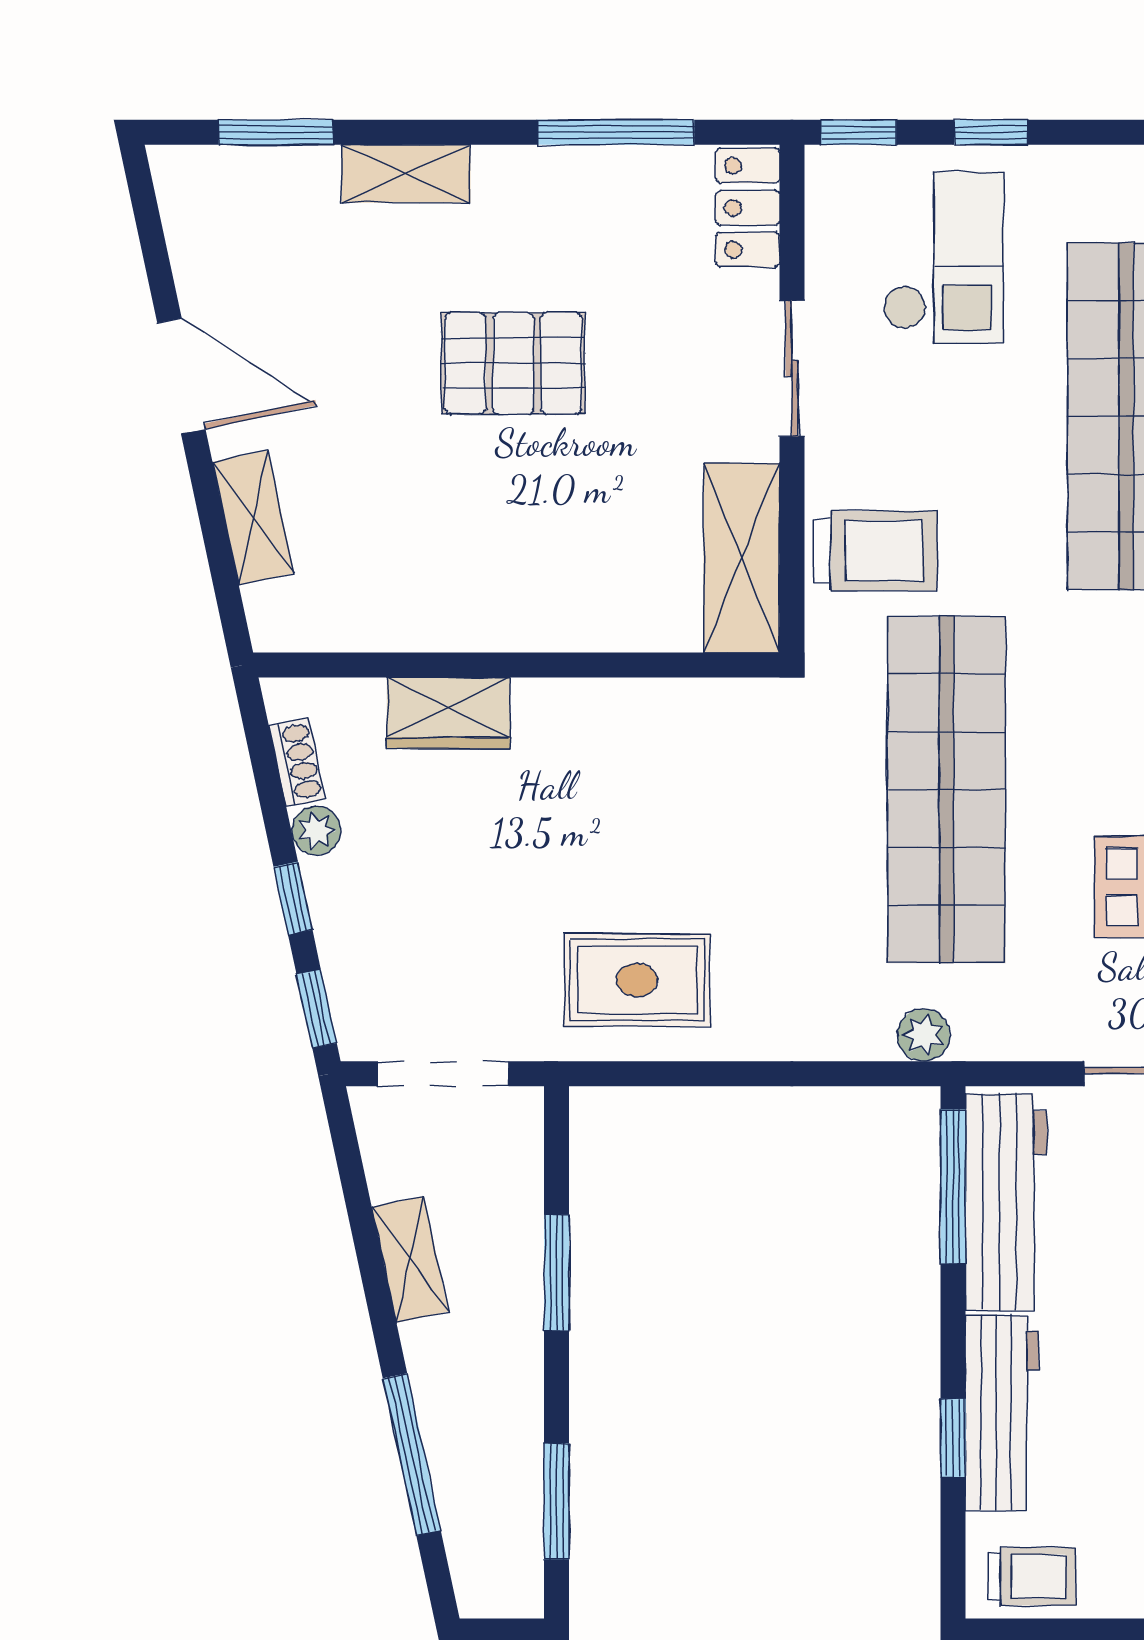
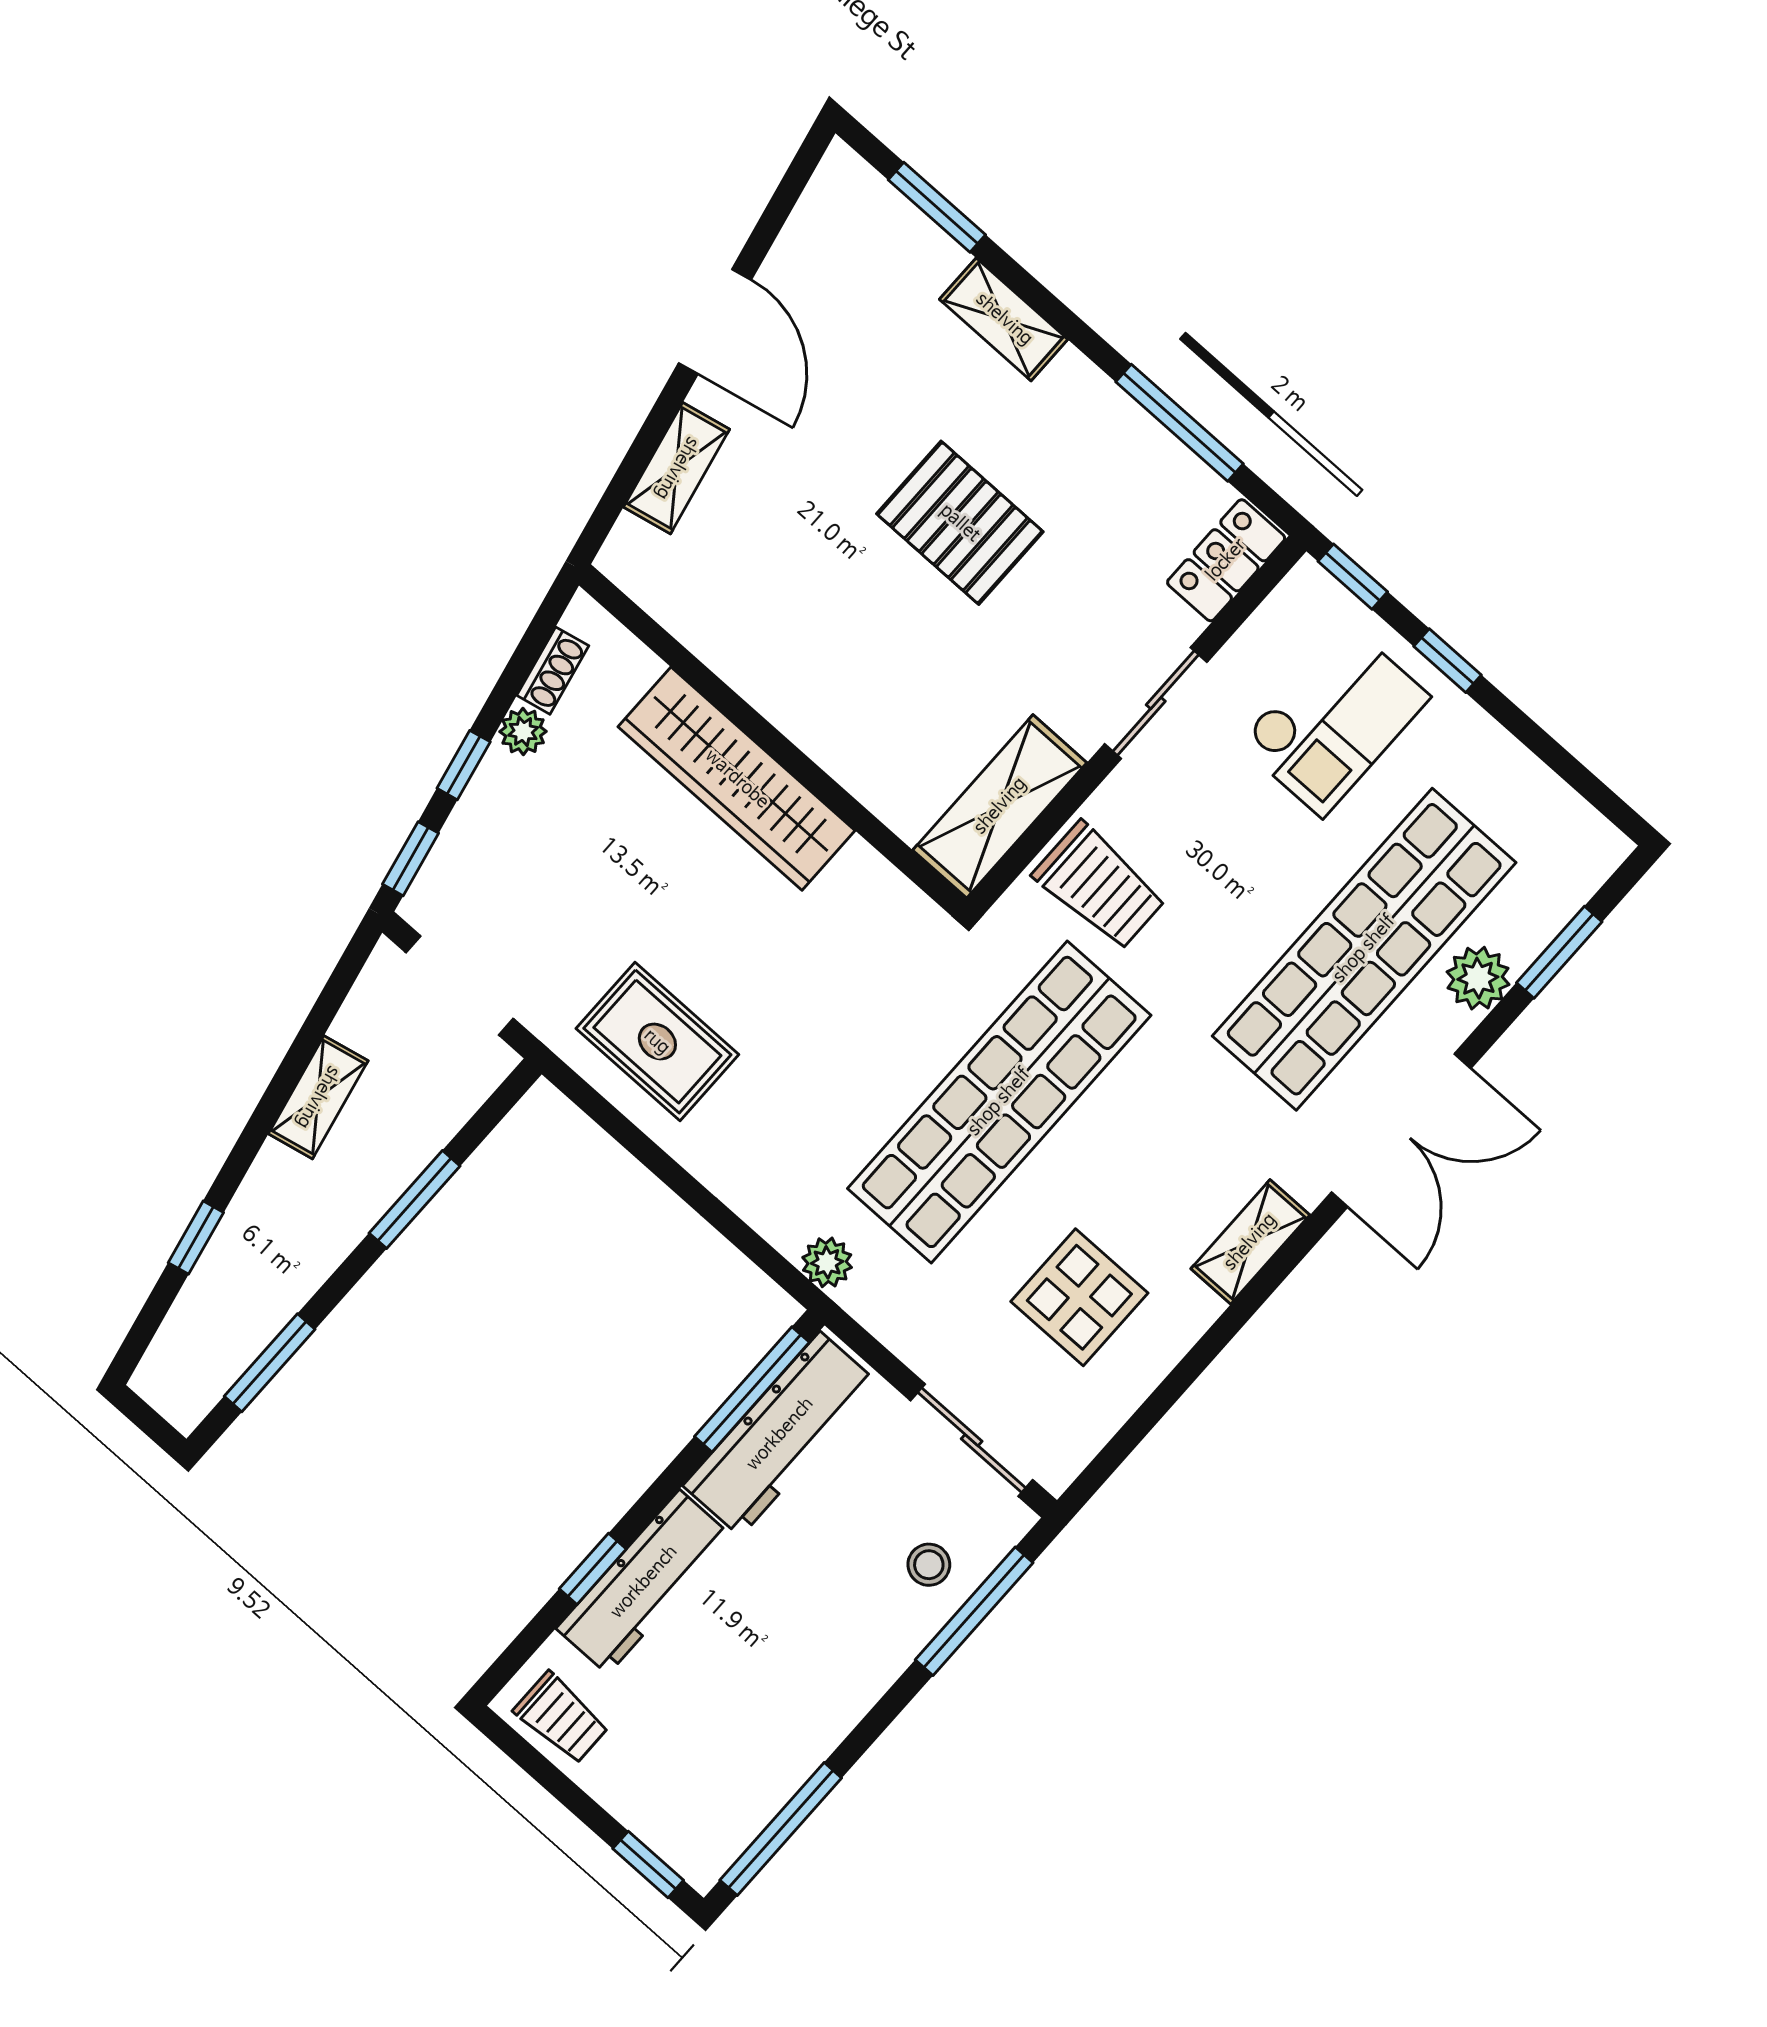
wardrobe: (448, 713) -> (737, 779), width x2.10, depth x1.17
window: (412, 1454) -> (196, 1238), width x0.46

